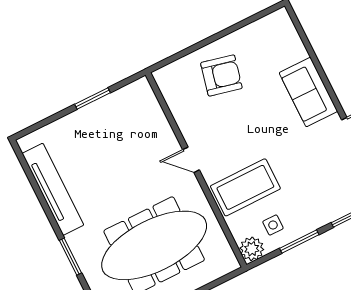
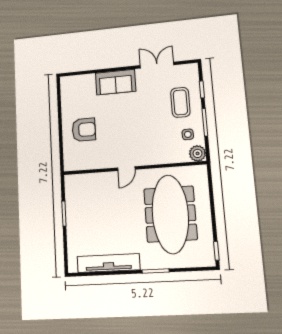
armchair: (221, 75) -> (84, 130), turned 77
coffee table: (245, 187) -> (180, 102), moved, width x0.73, depth x0.76

